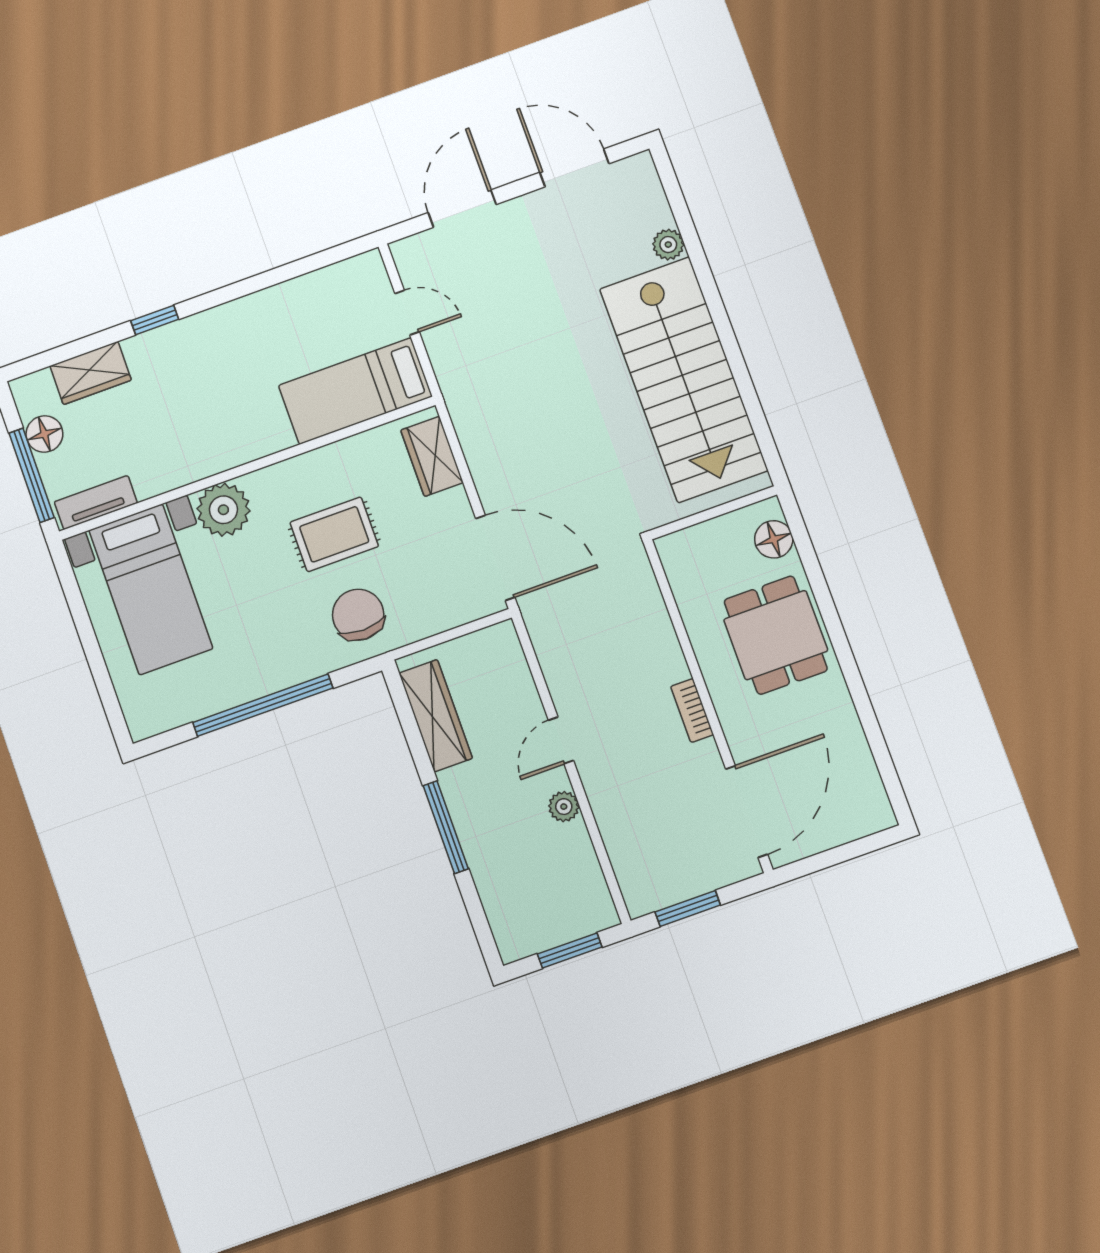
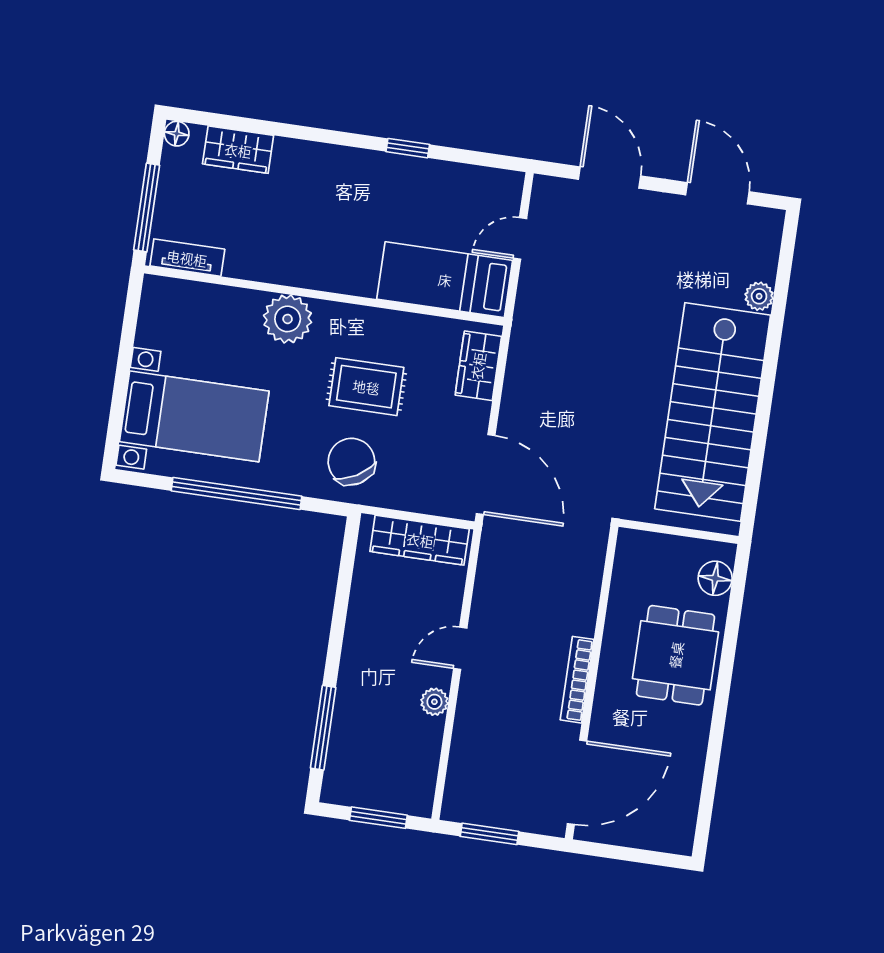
door: (462, 209) -> (610, 178), hinge flipped
door: (407, 313) -> (520, 238), swing flipped
window: (155, 320) -> (408, 148), moved
floor lamp: (44, 434) -> (177, 134), moved, width x0.73, depth x0.73
bed with nightstands: (151, 589) -> (194, 416), moved, turned -90
chair: (358, 615) -> (351, 462), turned -30
bookcase: (692, 711) -> (577, 680), width x1.56
wardrobe: (436, 716) -> (420, 540), moved, turned 90
window: (446, 827) -> (323, 728), moved

